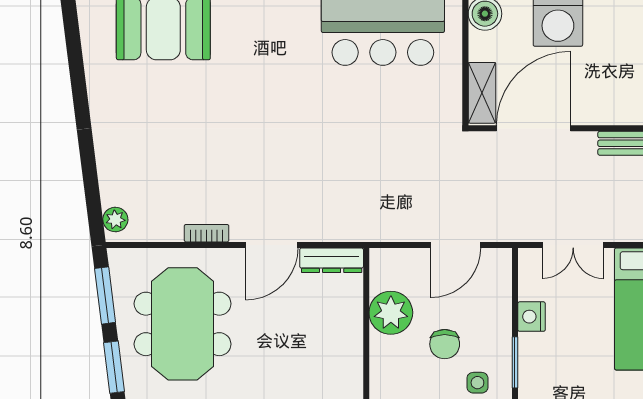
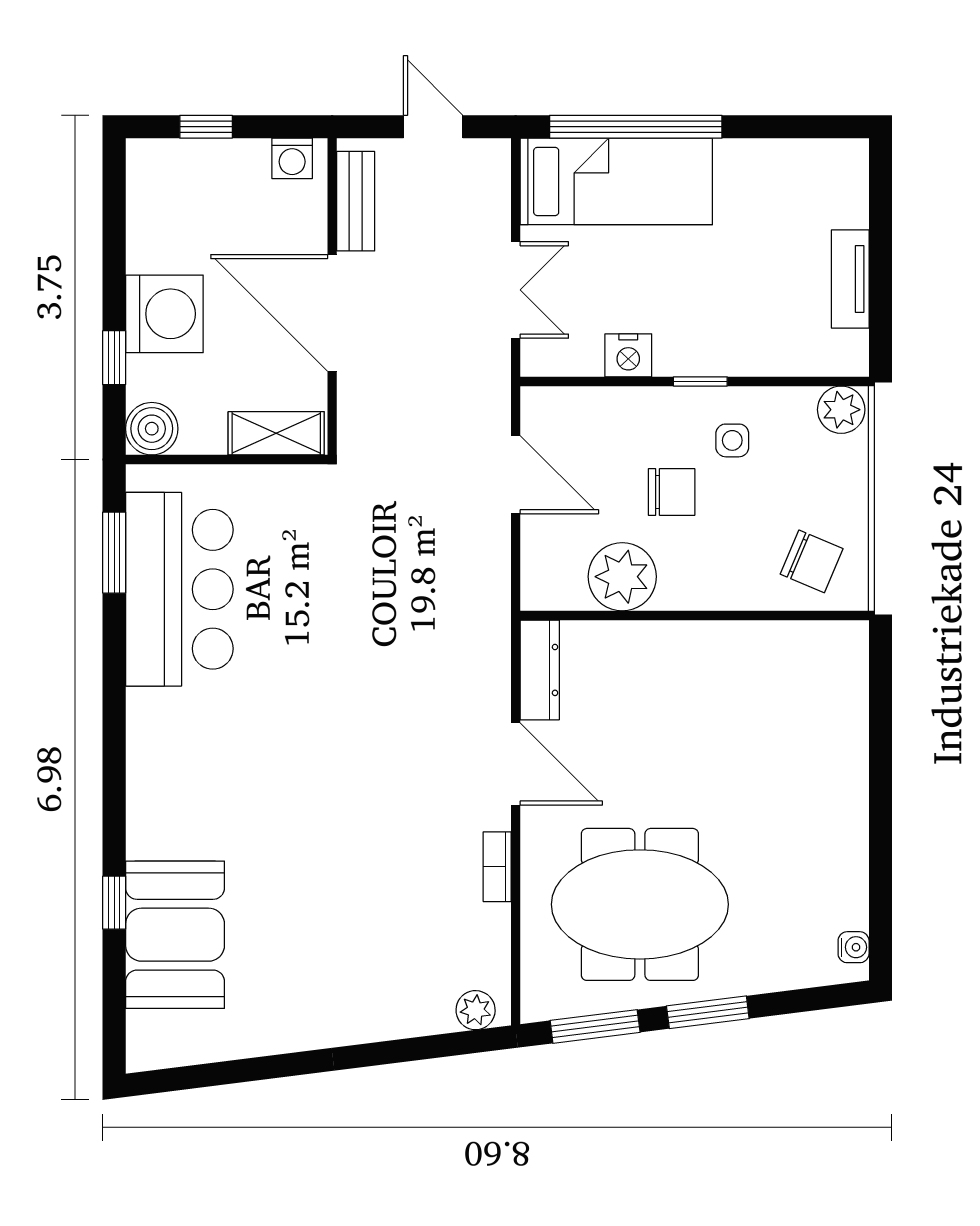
door: (534, 128) -> (332, 313), moved
window: (515, 362) -> (700, 381), width x0.67

